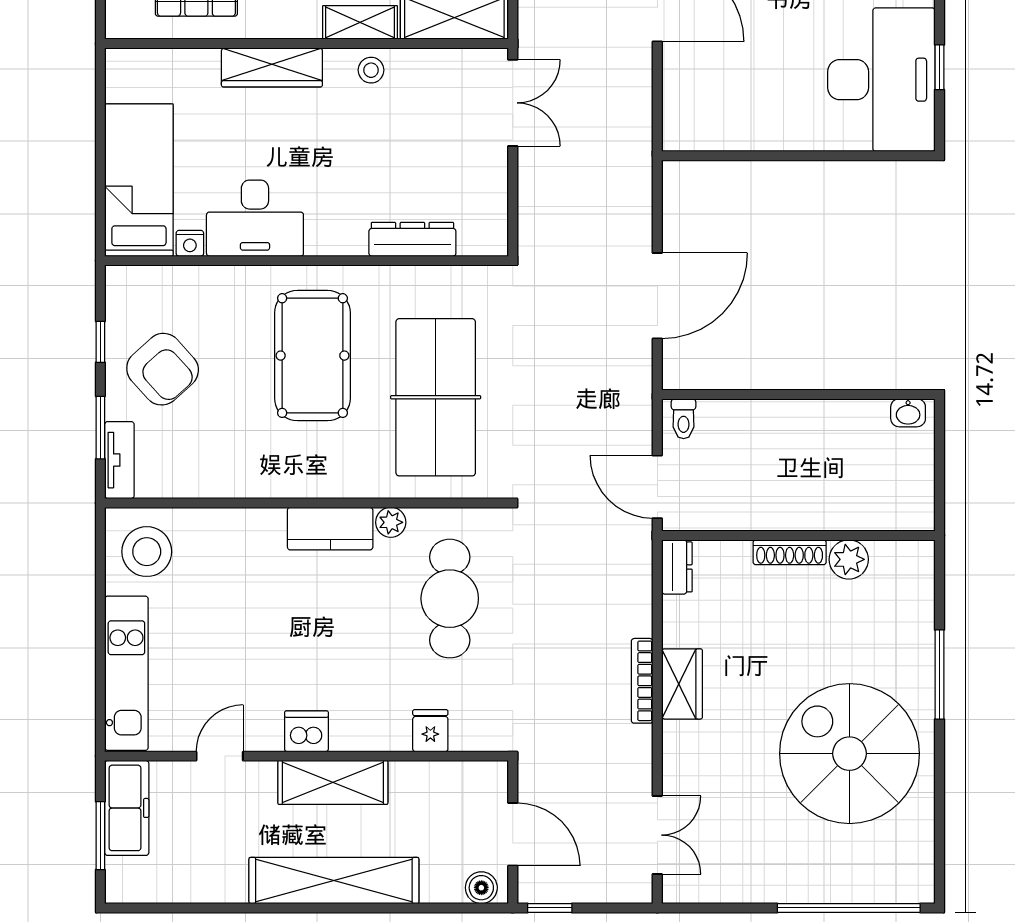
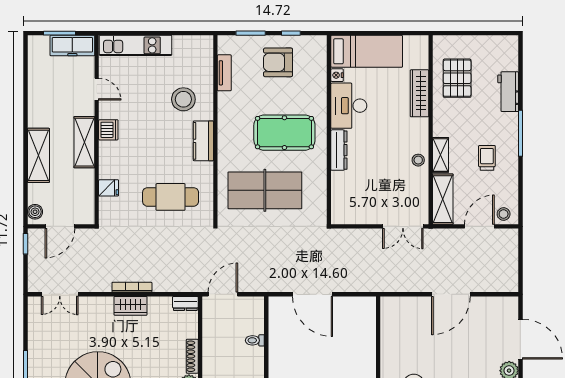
wardrobe: (272, 67) -> (419, 93), moved
dresser: (412, 239) -> (339, 150), moved
armchair: (163, 369) -> (278, 62), turned 42
toilet: (684, 419) -> (255, 340), moved
tv unit: (119, 460) -> (224, 73), moved, turned -90
plant: (391, 522) -> (206, 169), removed
stool: (147, 552) -> (183, 99), moved
shelving: (334, 880) -> (38, 155), width x0.68

